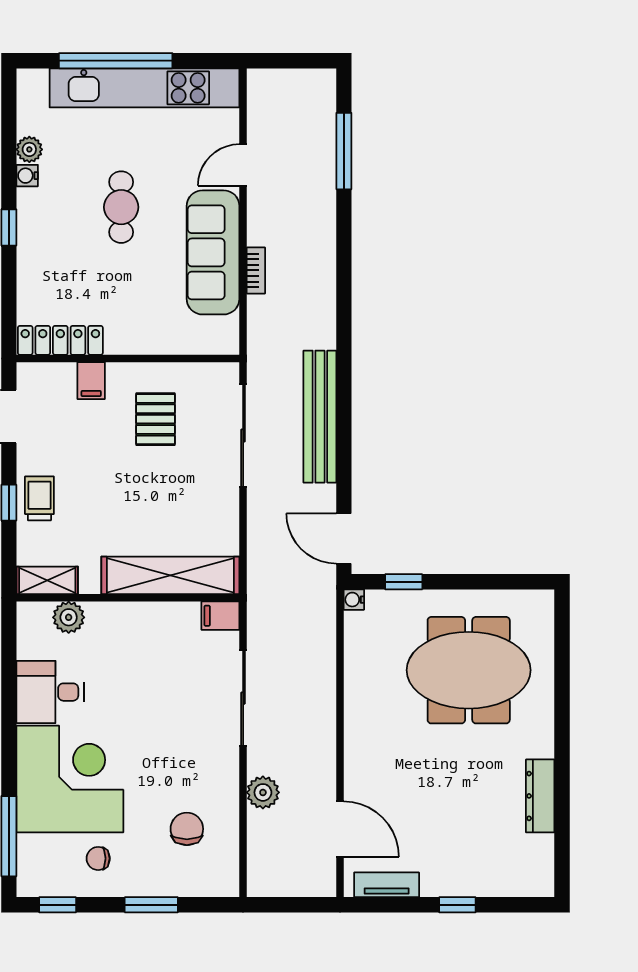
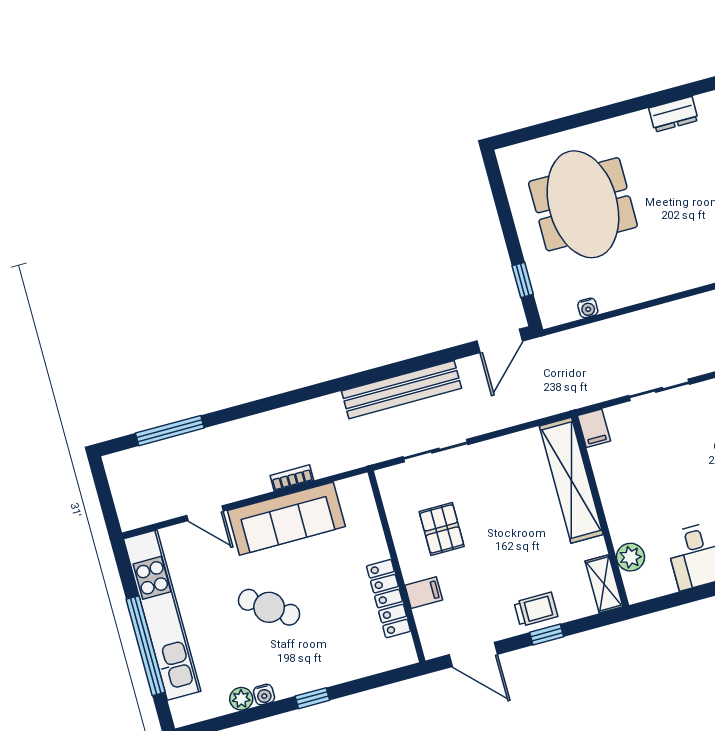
cafe table: (121, 207) -> (269, 607), turned 35
locker: (60, 340) -> (389, 599), moved
pallet: (156, 419) -> (442, 529), turned 90
sliding door: (243, 436) -> (435, 451), width x0.73
trolley: (39, 498) -> (536, 609), turned 180
water cooler: (354, 600) -> (588, 308), moved
sliding door: (243, 698) -> (659, 390), width x0.73
dresser: (540, 796) -> (673, 114), width x0.70

